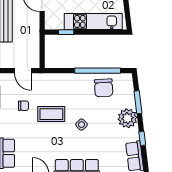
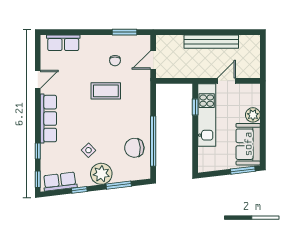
kitchen unit: (93, 21) -> (207, 115), moved
coffee table: (51, 114) -> (106, 91), turned 90
side table: (82, 125) -> (89, 150), moved

